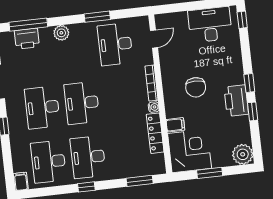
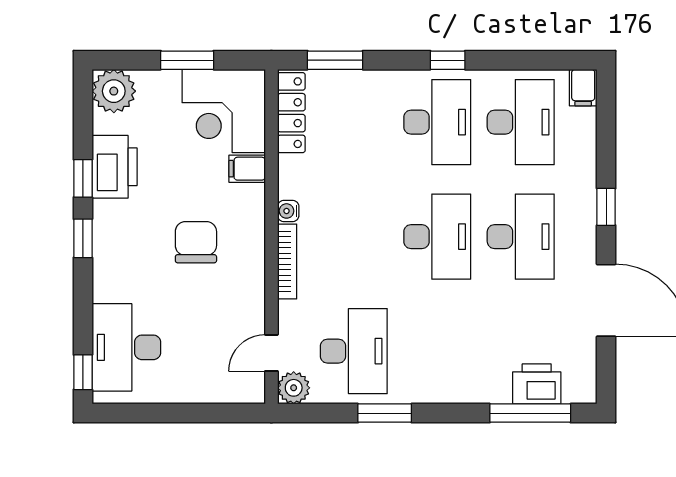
desk: (210, 25) -> (126, 347), moved, turned 90
plant: (61, 33) -> (294, 388), moved
printer: (236, 101) -> (115, 167), moved
locker: (155, 133) -> (291, 113), moved

